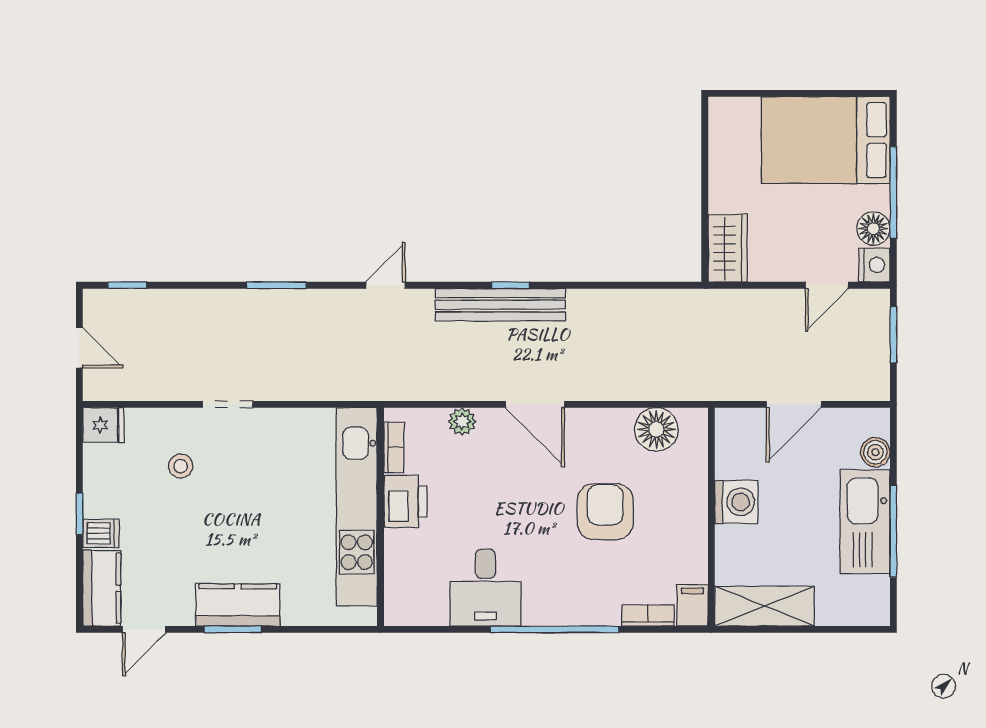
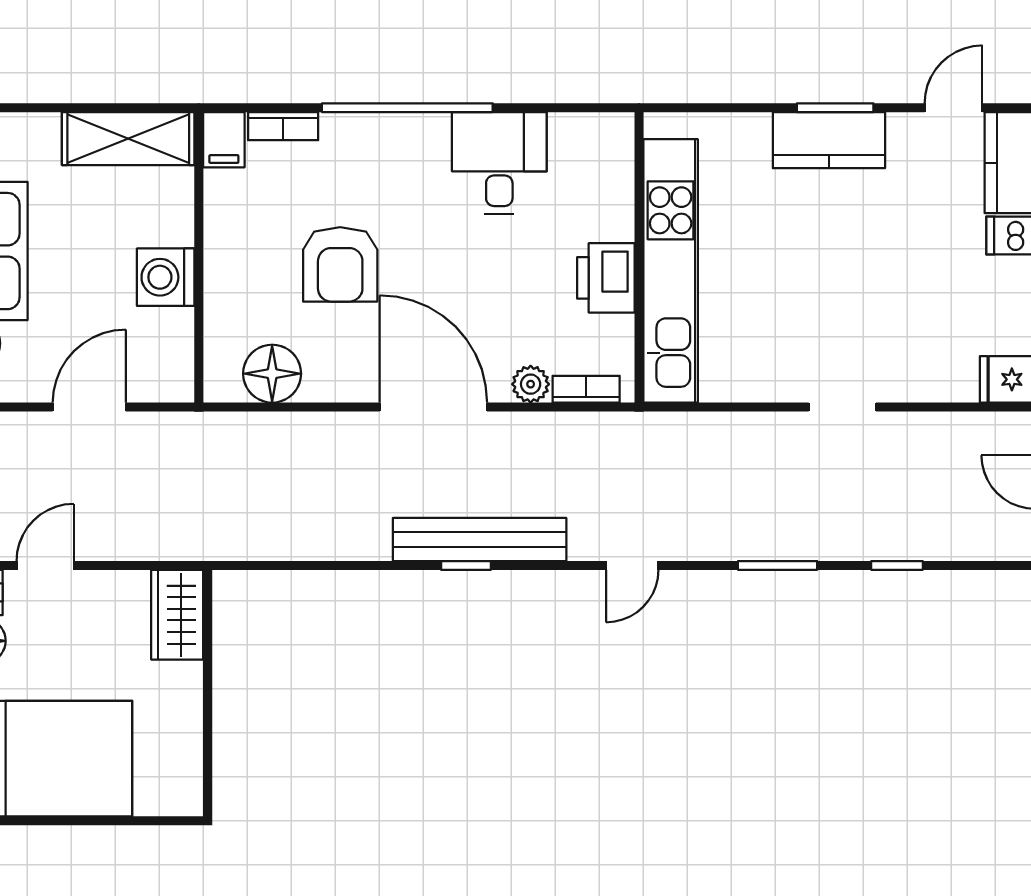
window: (127, 285) -> (897, 565), moved
door: (535, 404) -> (433, 407), width x1.36
bookcase: (394, 447) -> (586, 389), moved, turned 90
stool: (181, 466) -> (905, 325), removed

